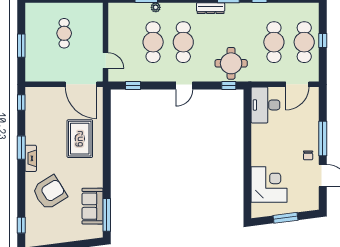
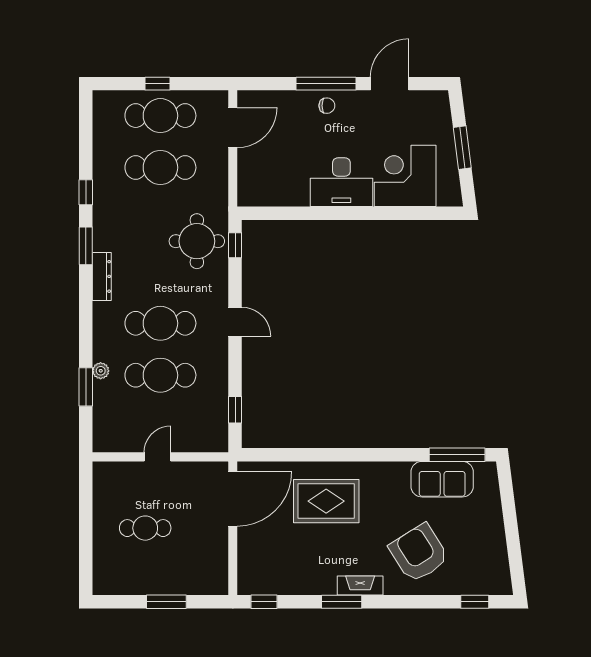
door: (106, 60) -> (157, 457), moved
door: (297, 84) -> (233, 128), hinge flipped
desk: (265, 105) -> (341, 182), moved
chair: (308, 155) -> (327, 106), moved

